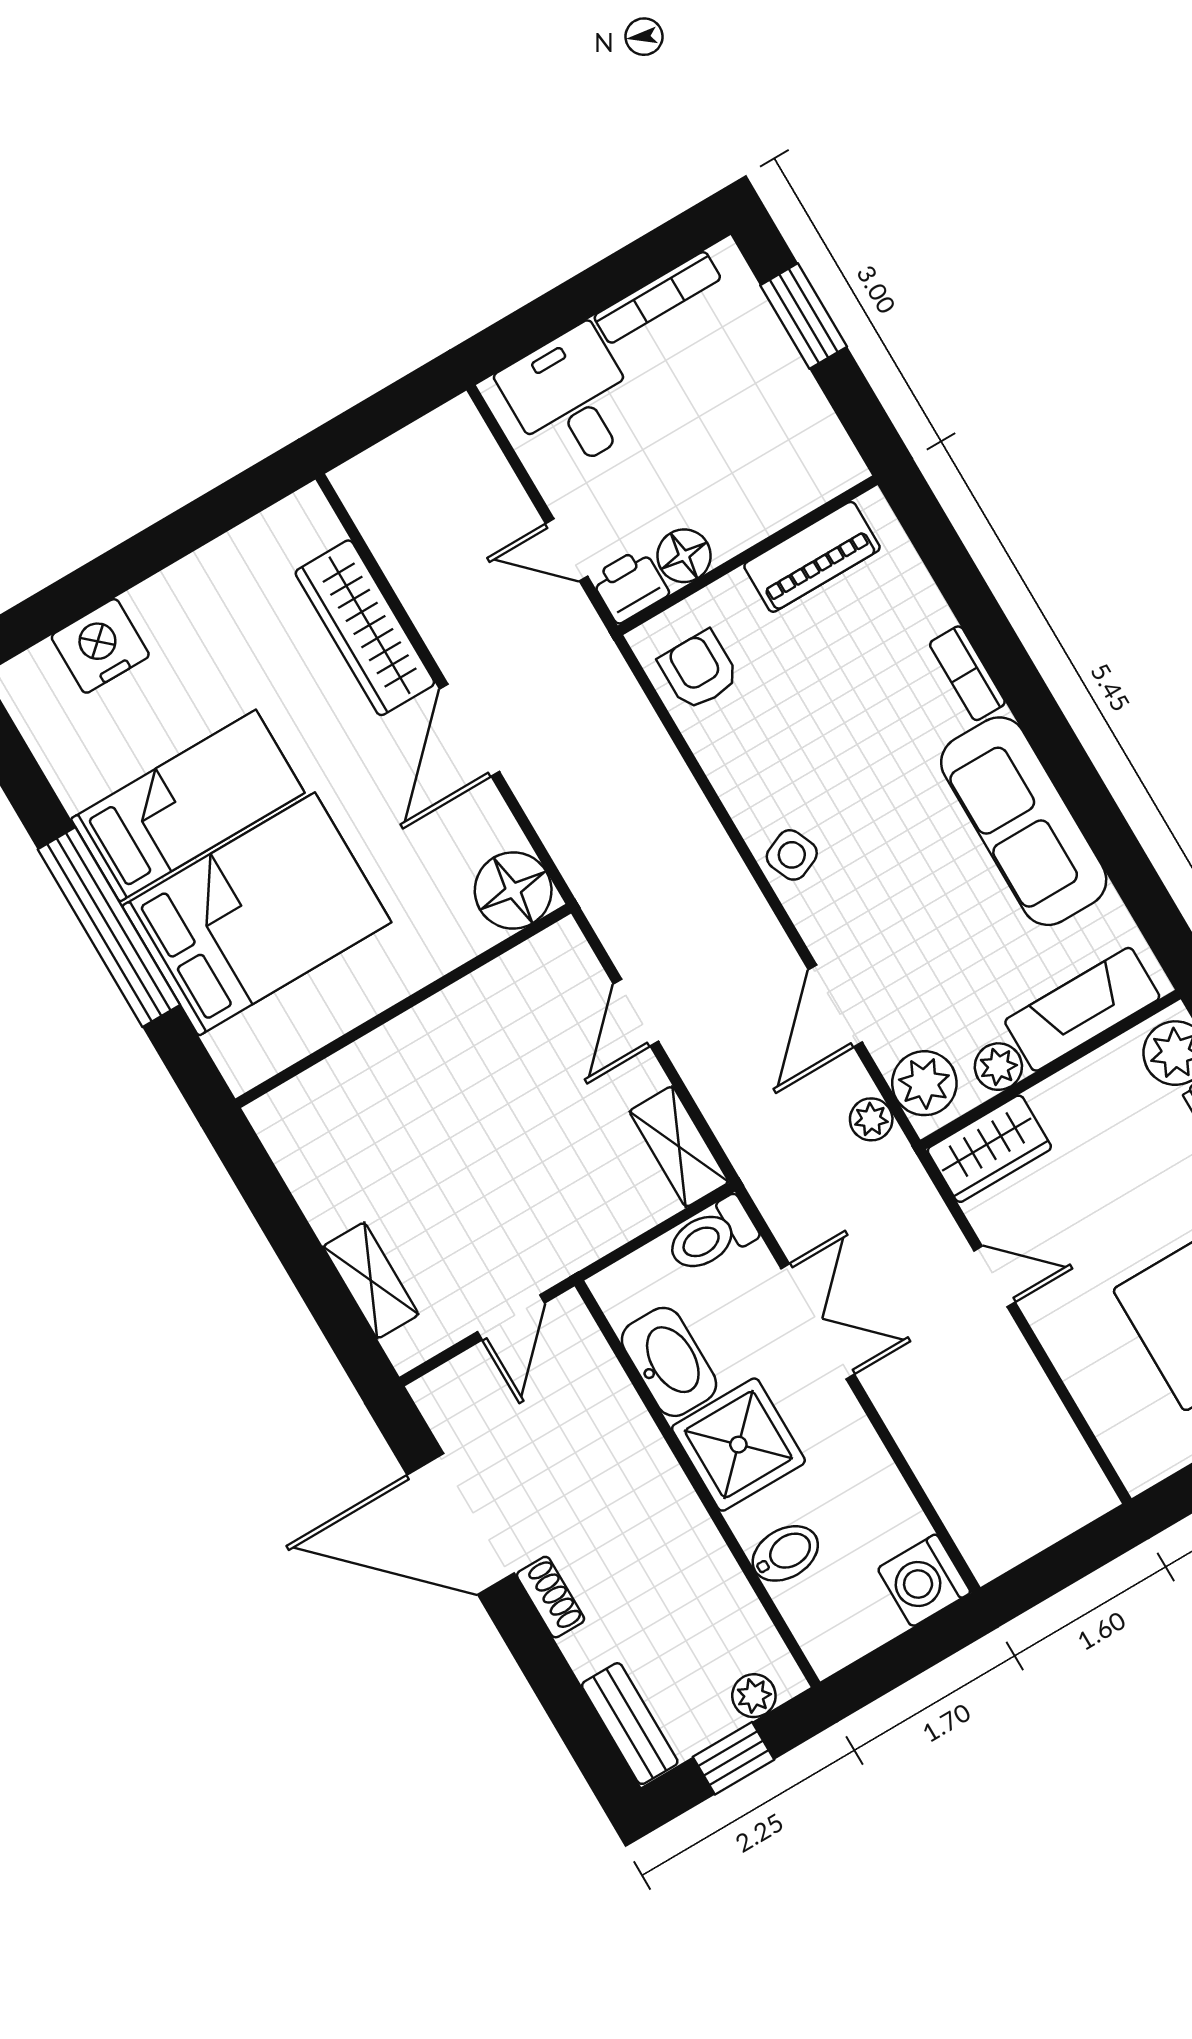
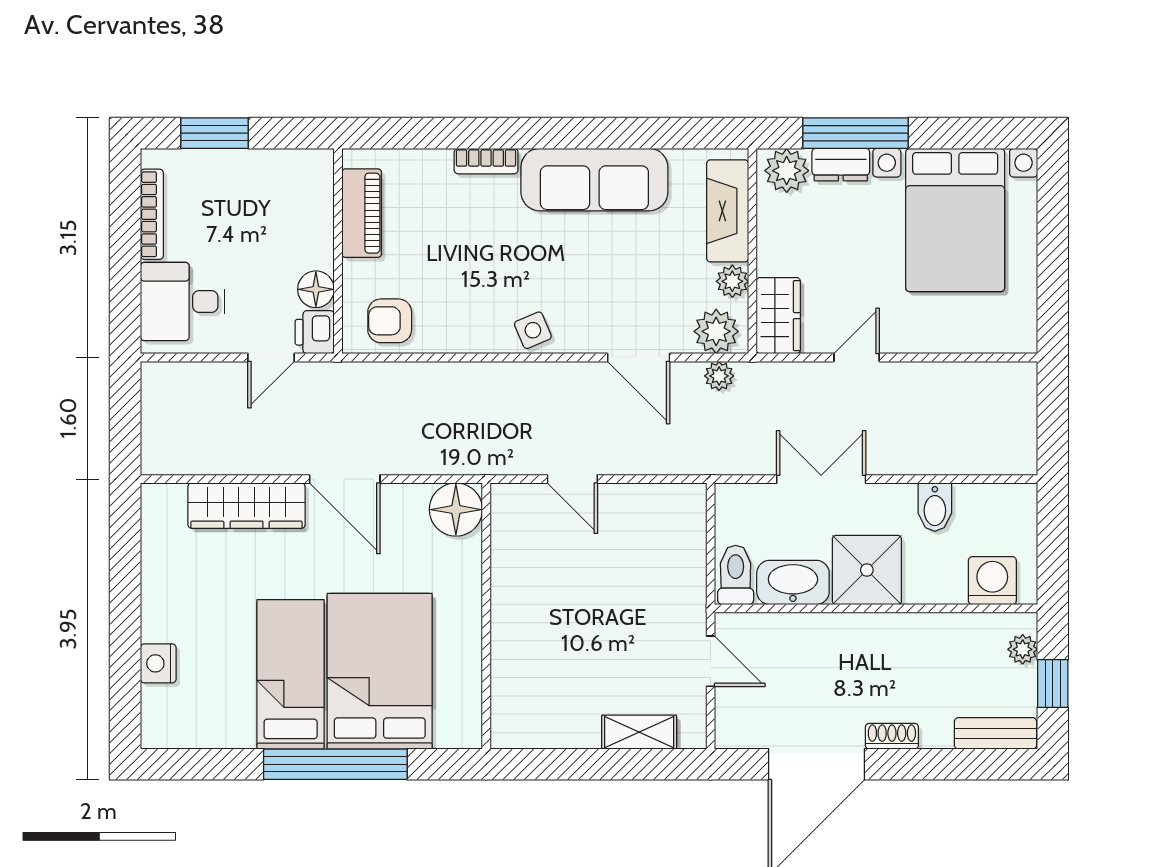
nightstand: (100, 646) -> (158, 663), width x0.74, depth x0.75
shelving: (679, 1147) -> (668, 501), removed
toilet: (711, 1236) -> (736, 575), moved, turned 180
bidet: (785, 1553) -> (935, 507), moved, turned 180
washing machine: (924, 1580) -> (992, 581), moved, turned 180

